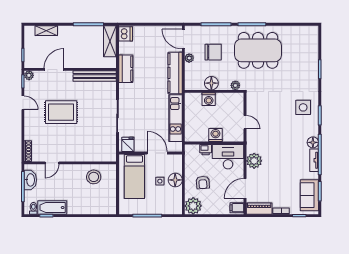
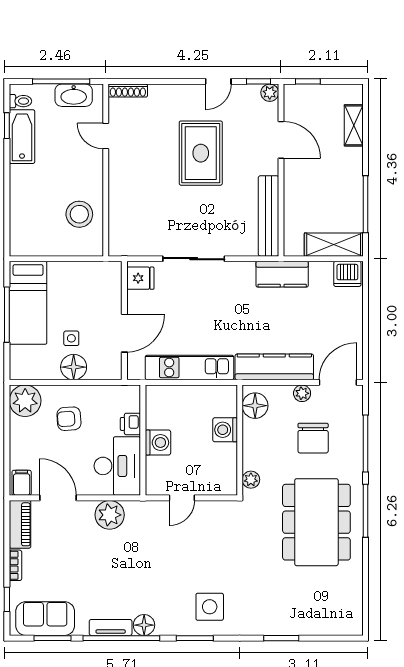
floor lamp: (211, 83) -> (255, 406), moved
bed: (134, 176) -> (28, 303), moved, turned -90

